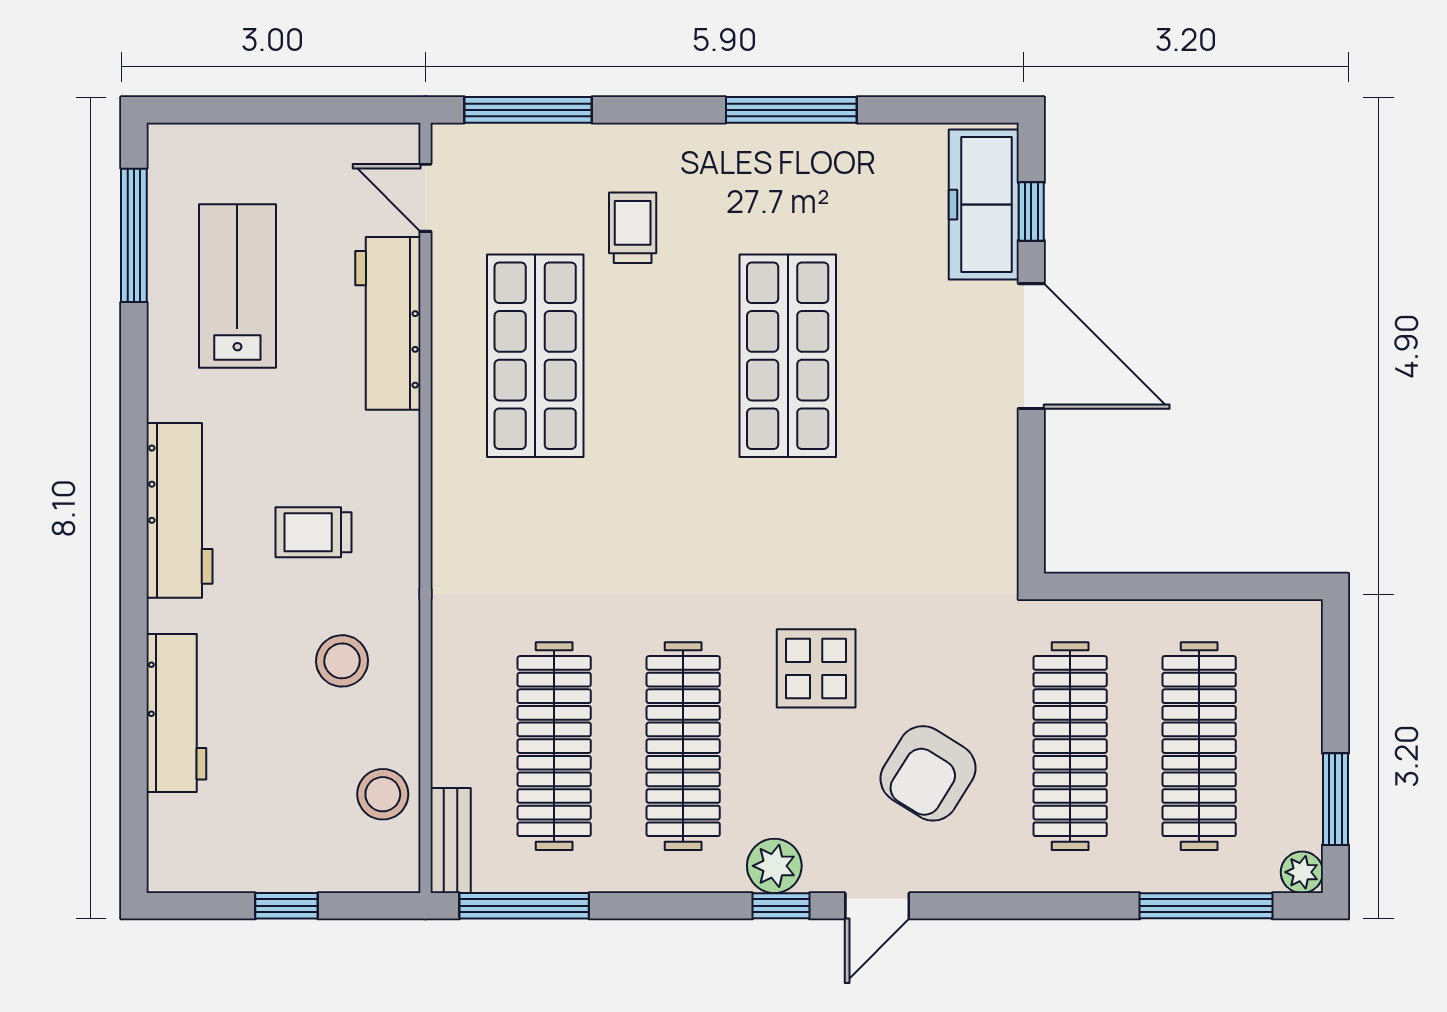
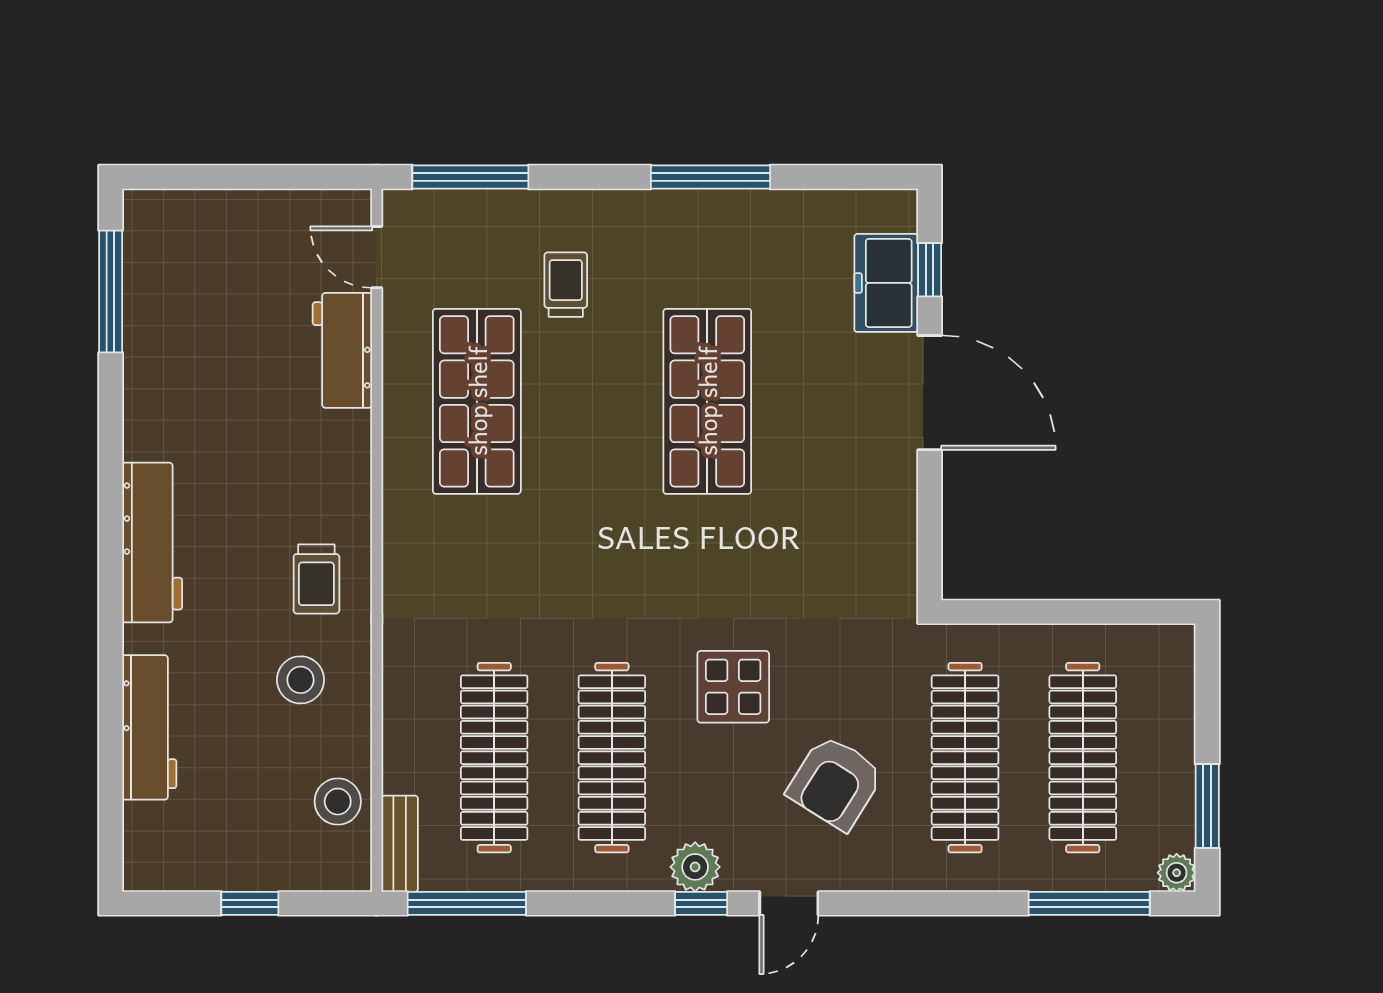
freezer: (984, 205) -> (886, 283), width x0.71
lab bench: (237, 286) -> (205, 338), removed
workbench: (388, 323) -> (342, 350), width x0.73
trolley: (314, 532) -> (316, 579), moved, turned -90

